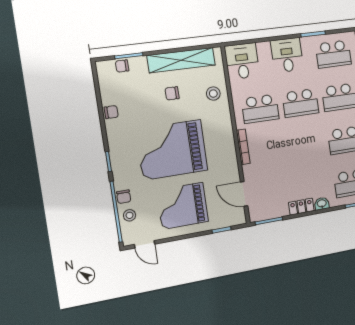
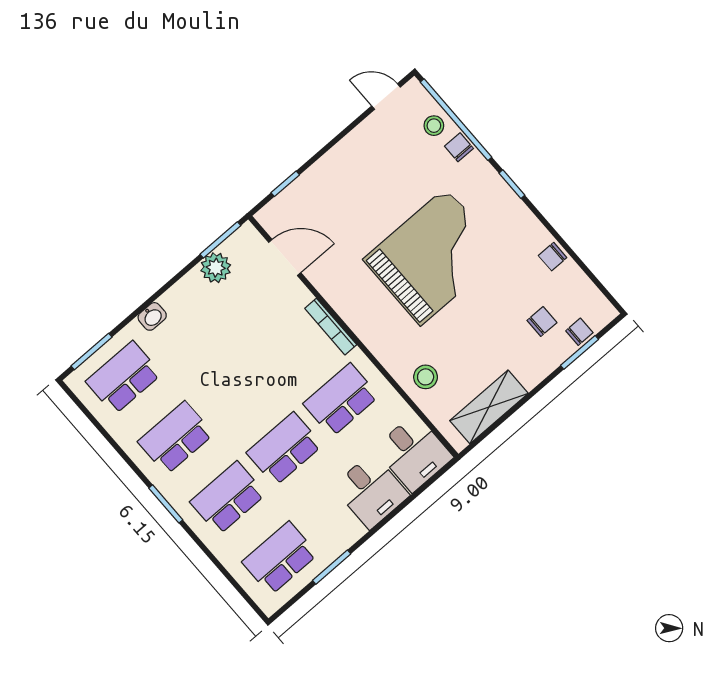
desk: (287, 55) -> (371, 491), moved
shelving: (181, 60) -> (489, 407), width x0.68
chair: (172, 93) -> (542, 321), moved
grand piano: (183, 206) -> (366, 185), removed
locker: (301, 207) -> (182, 292), removed
plant: (279, 209) -> (216, 268), added

